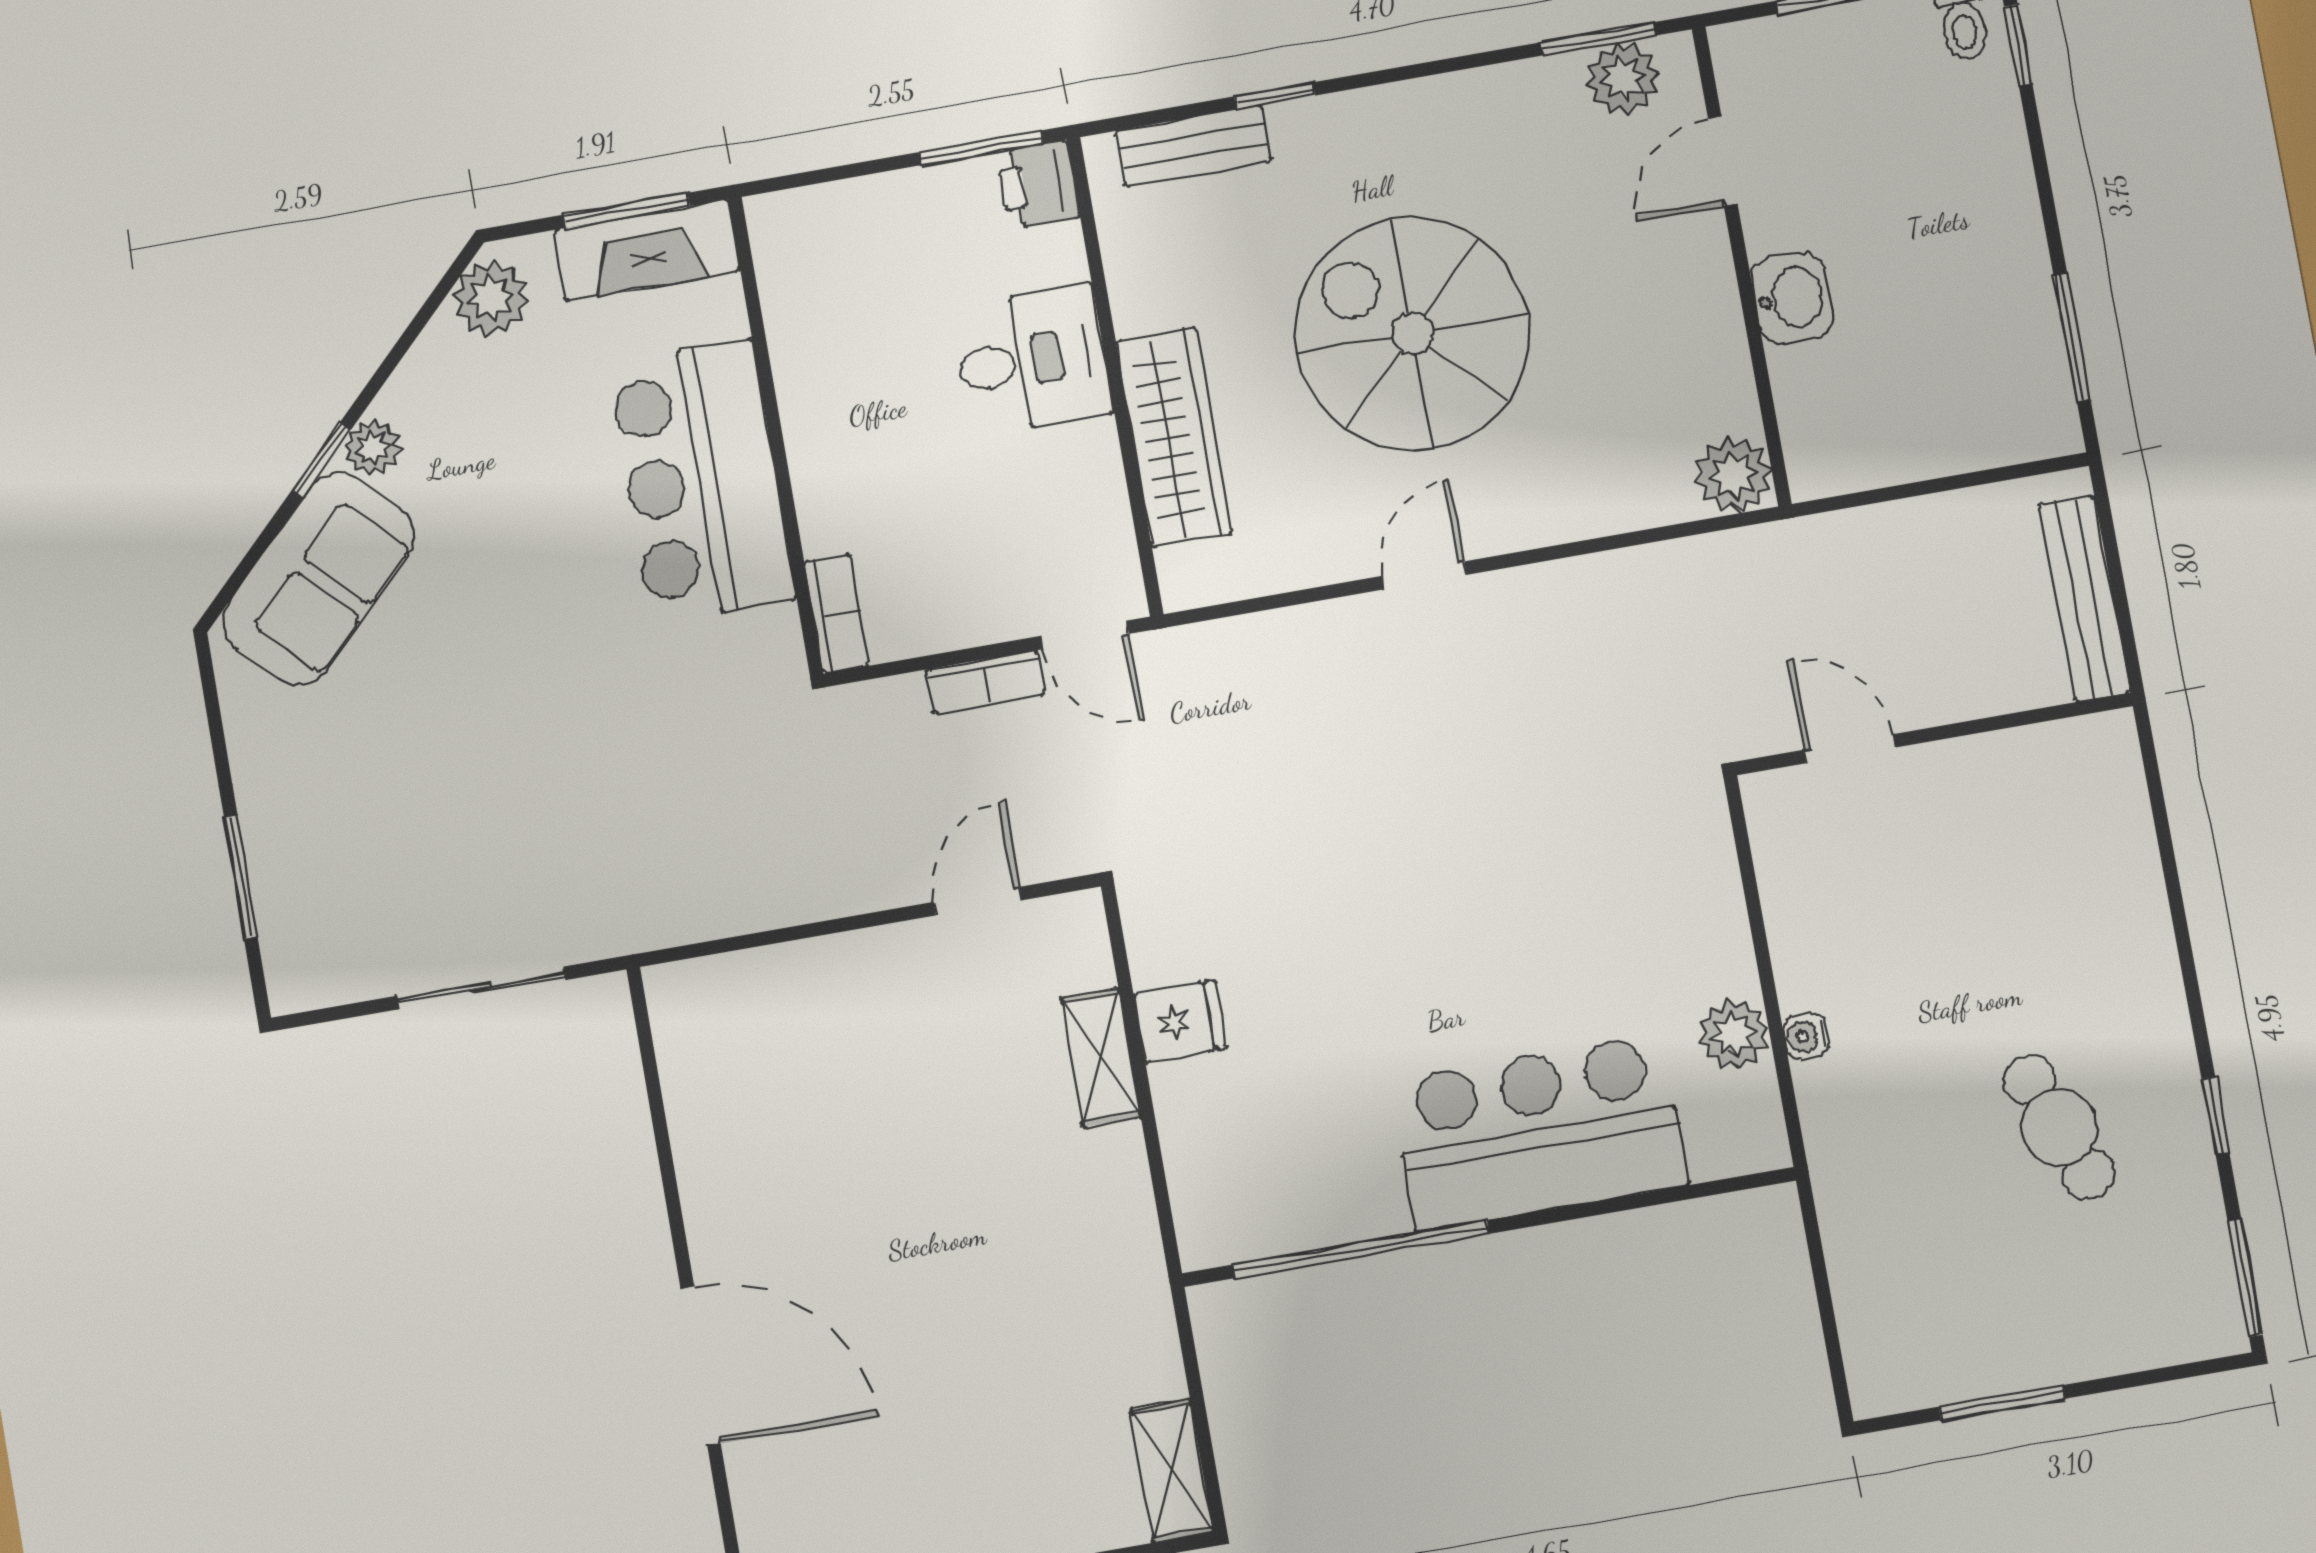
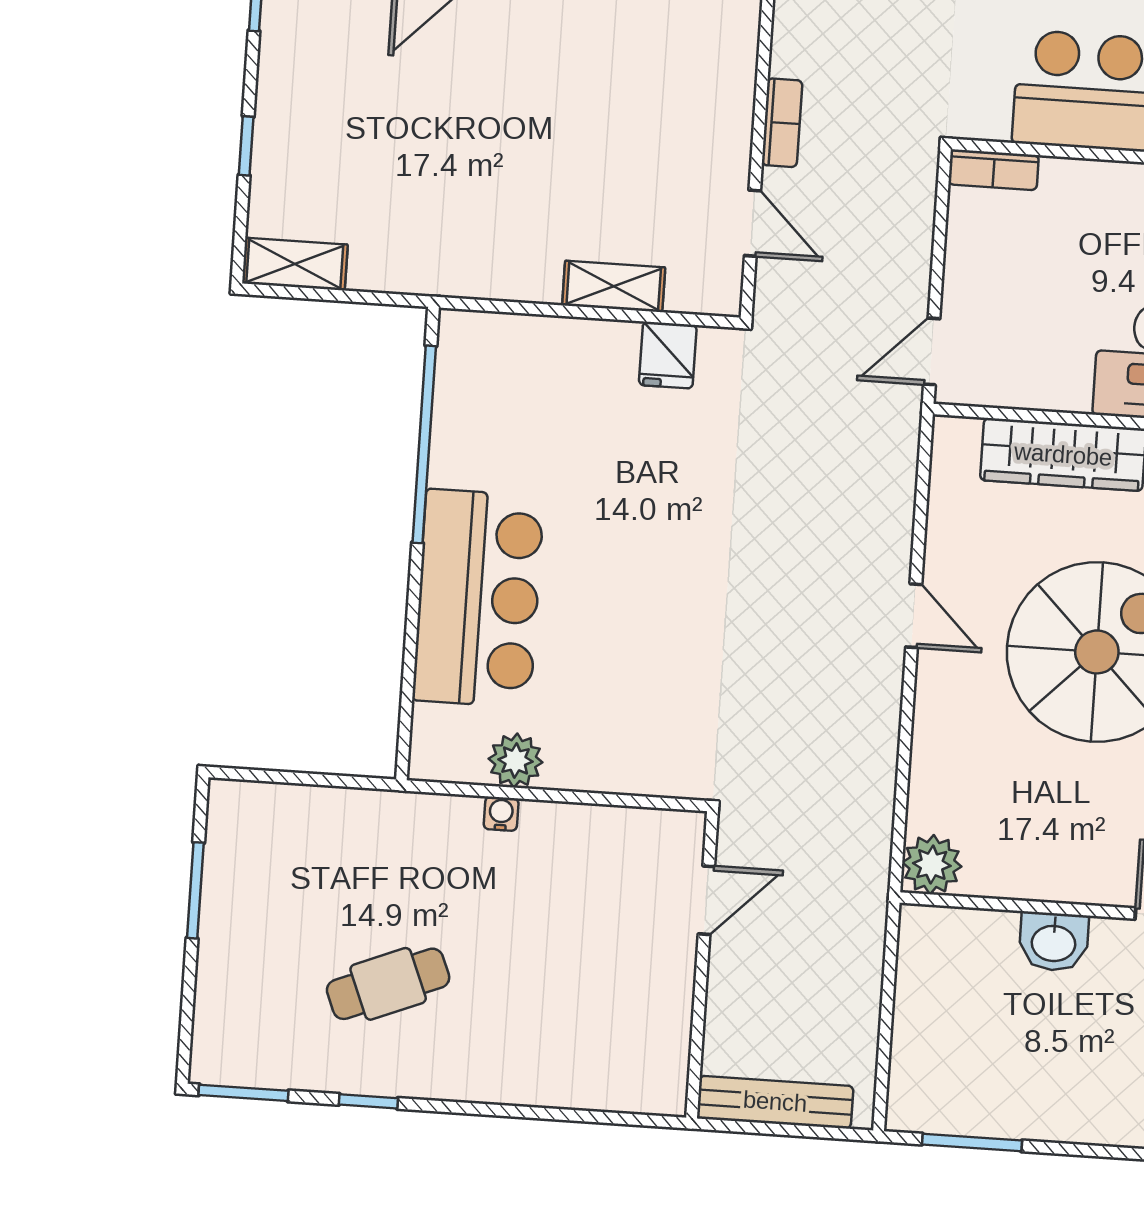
bookcase: (986, 682) -> (782, 123), moved, turned 180
fridge: (1180, 1021) -> (668, 355), moved

